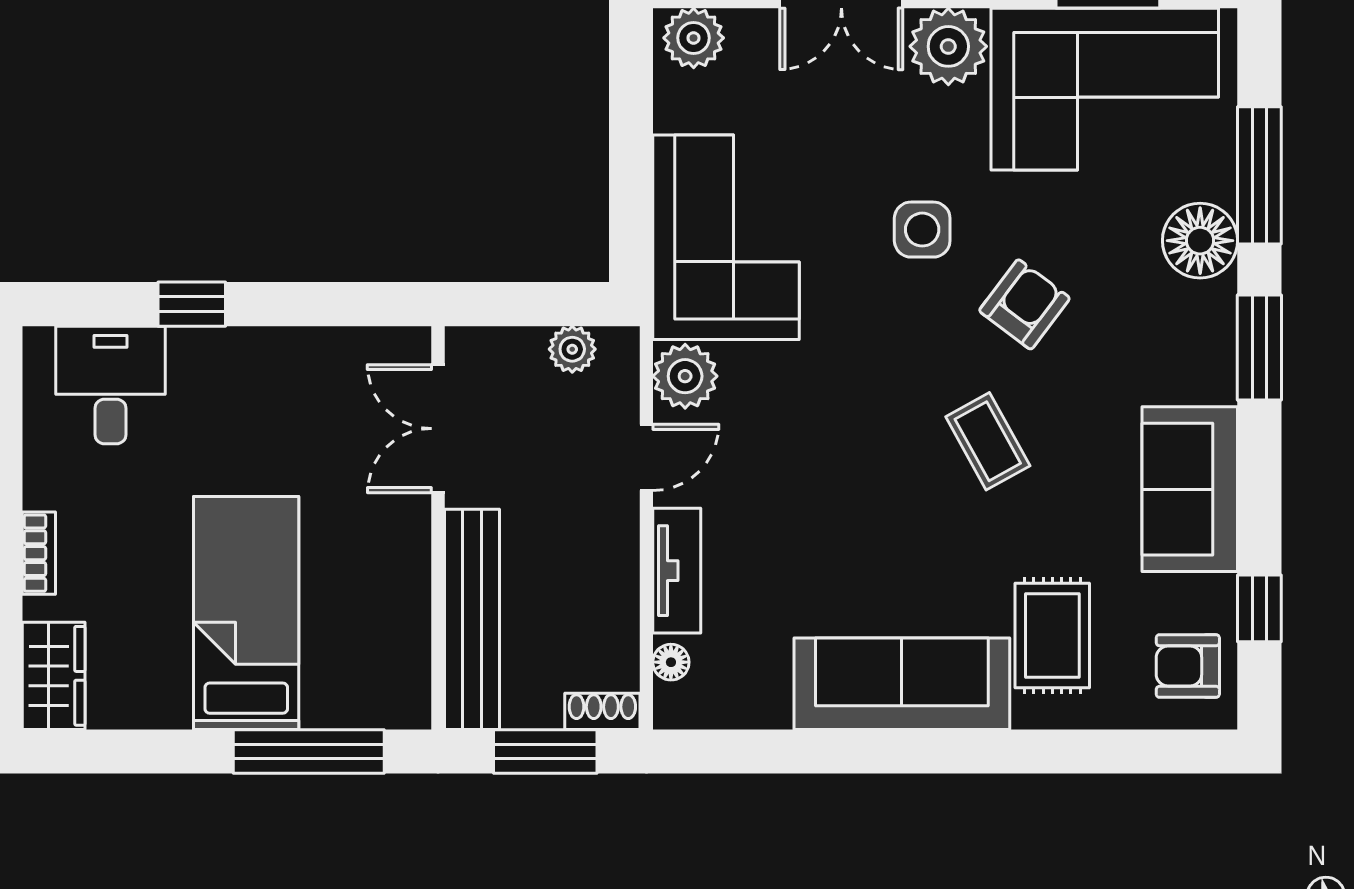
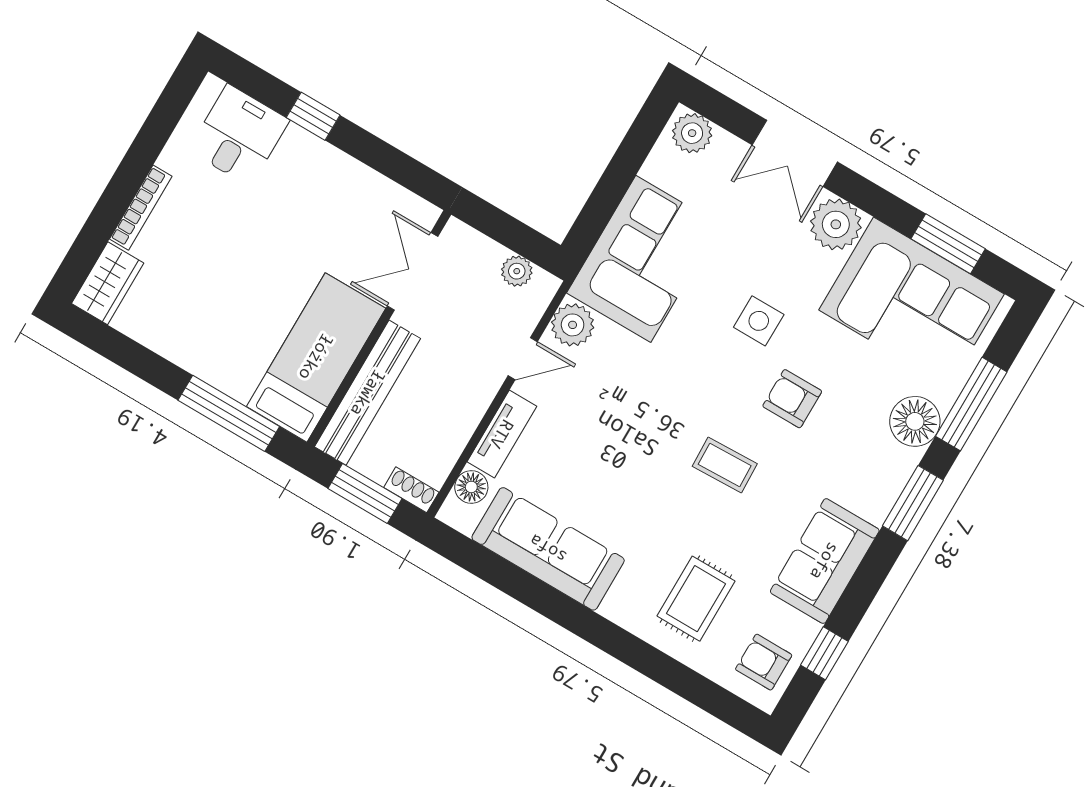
armchair: (1024, 304) -> (792, 399), turned -127
coffee table: (988, 441) -> (725, 465), turned -63
bookcase: (39, 553) -> (141, 208), width x1.56
bed: (246, 613) -> (316, 357), moved
floor lamp: (671, 662) -> (471, 487), width x1.37, depth x1.37
sofa: (902, 684) -> (548, 549), moved

